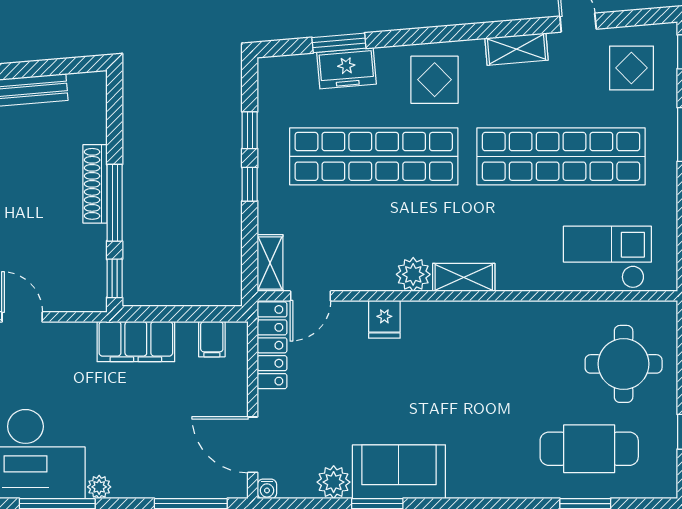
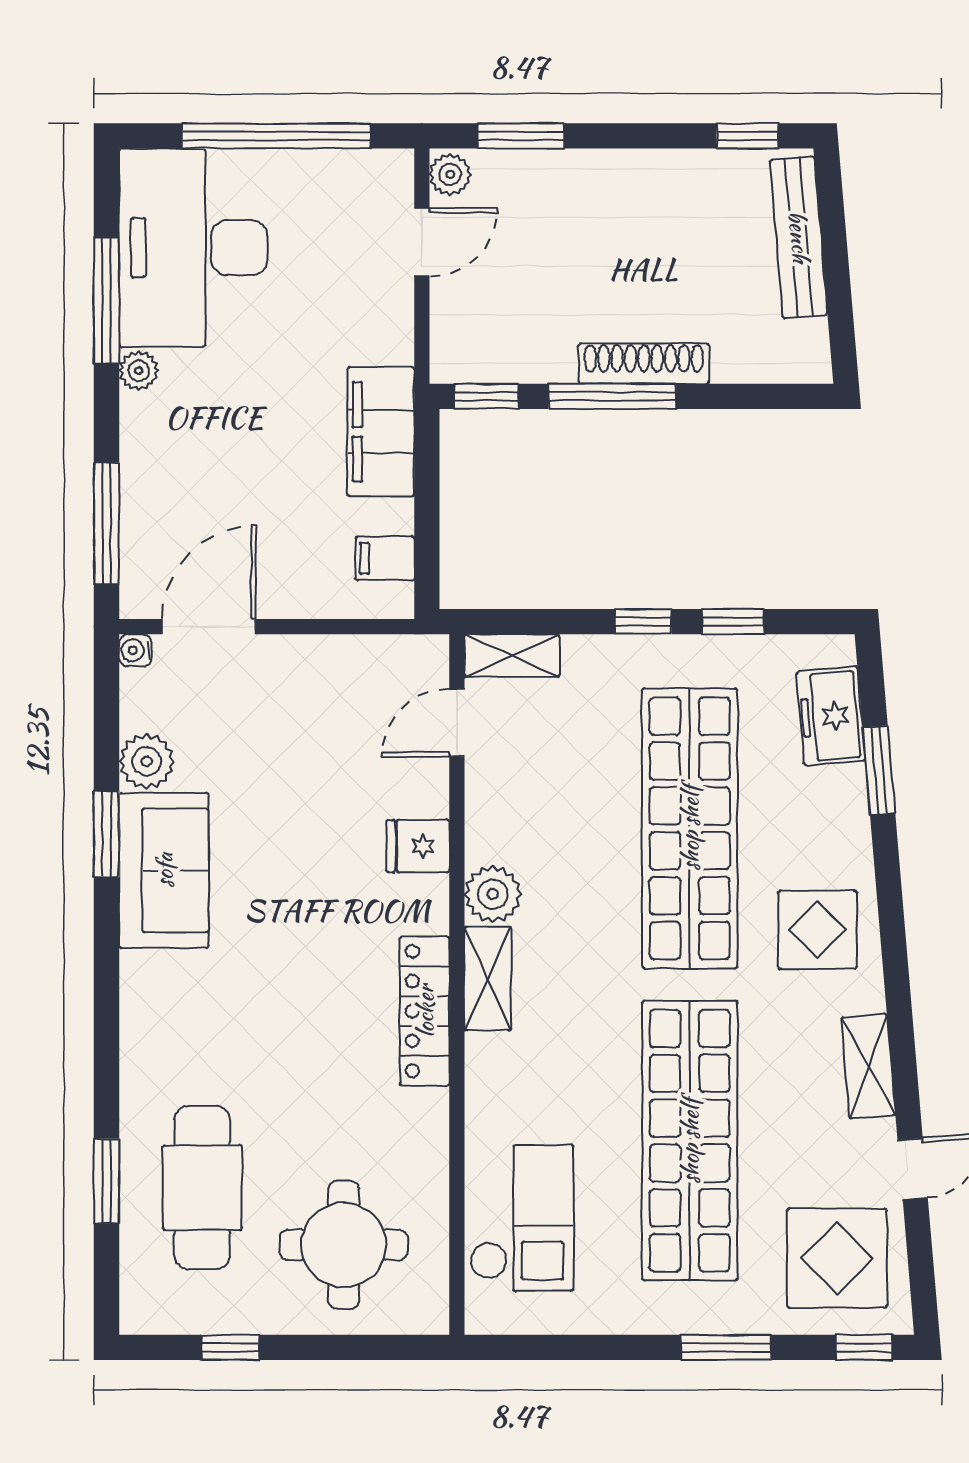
freezer: (346, 68) -> (831, 716), moved
display table: (631, 68) -> (837, 1258), width x1.36, depth x1.36
door: (310, 296) -> (457, 723), hinge flipped
locker: (272, 345) -> (425, 1011), moved, turned 90

